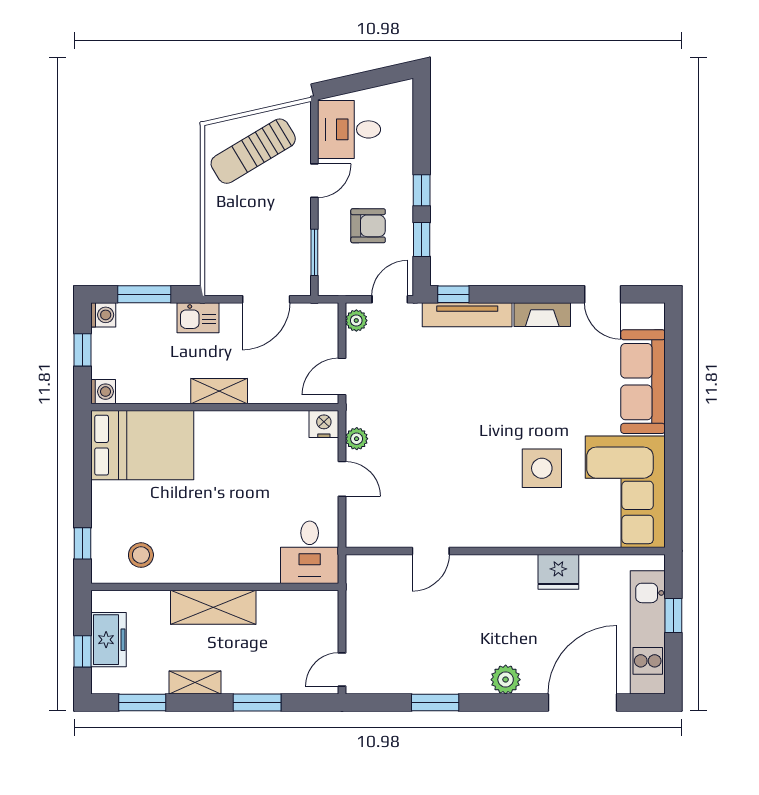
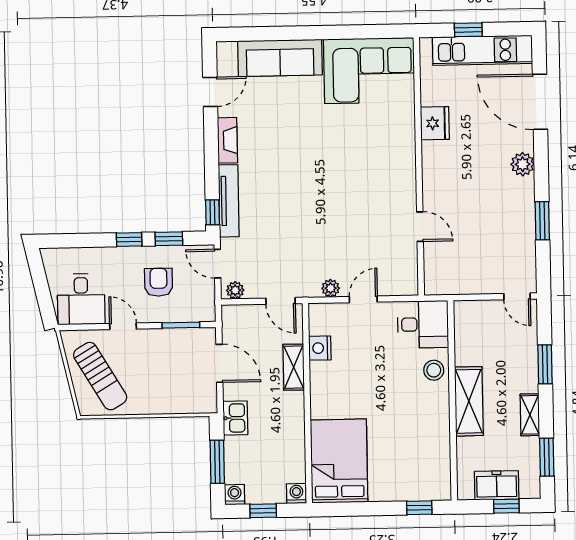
shelving: (219, 391) -> (294, 367), moved
nightstand: (324, 424) -> (320, 348), moved
side table: (542, 468) -> (352, 138), removed
stool: (141, 555) -> (434, 370), moved

